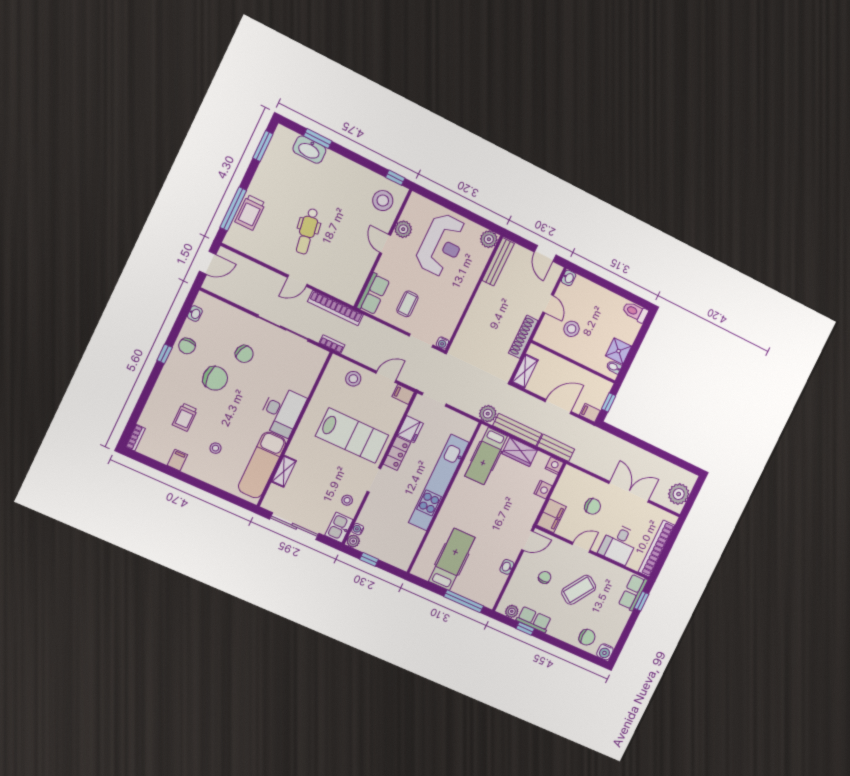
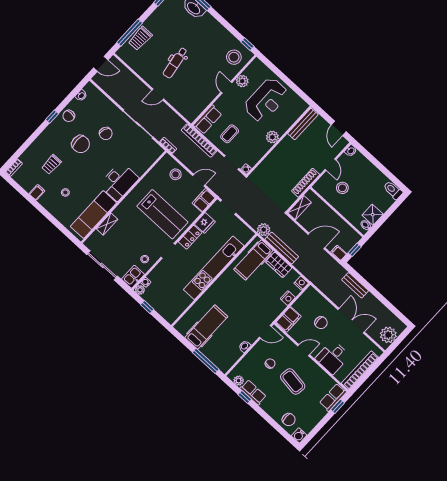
plant: (489, 239) -> (272, 137), moved
bookcase: (335, 308) -> (199, 140), moved
filing cabinet: (403, 394) -> (204, 200), width x2.00
bench: (556, 448) -> (355, 285), moved
coffee table: (579, 590) -> (293, 381), turned 64

